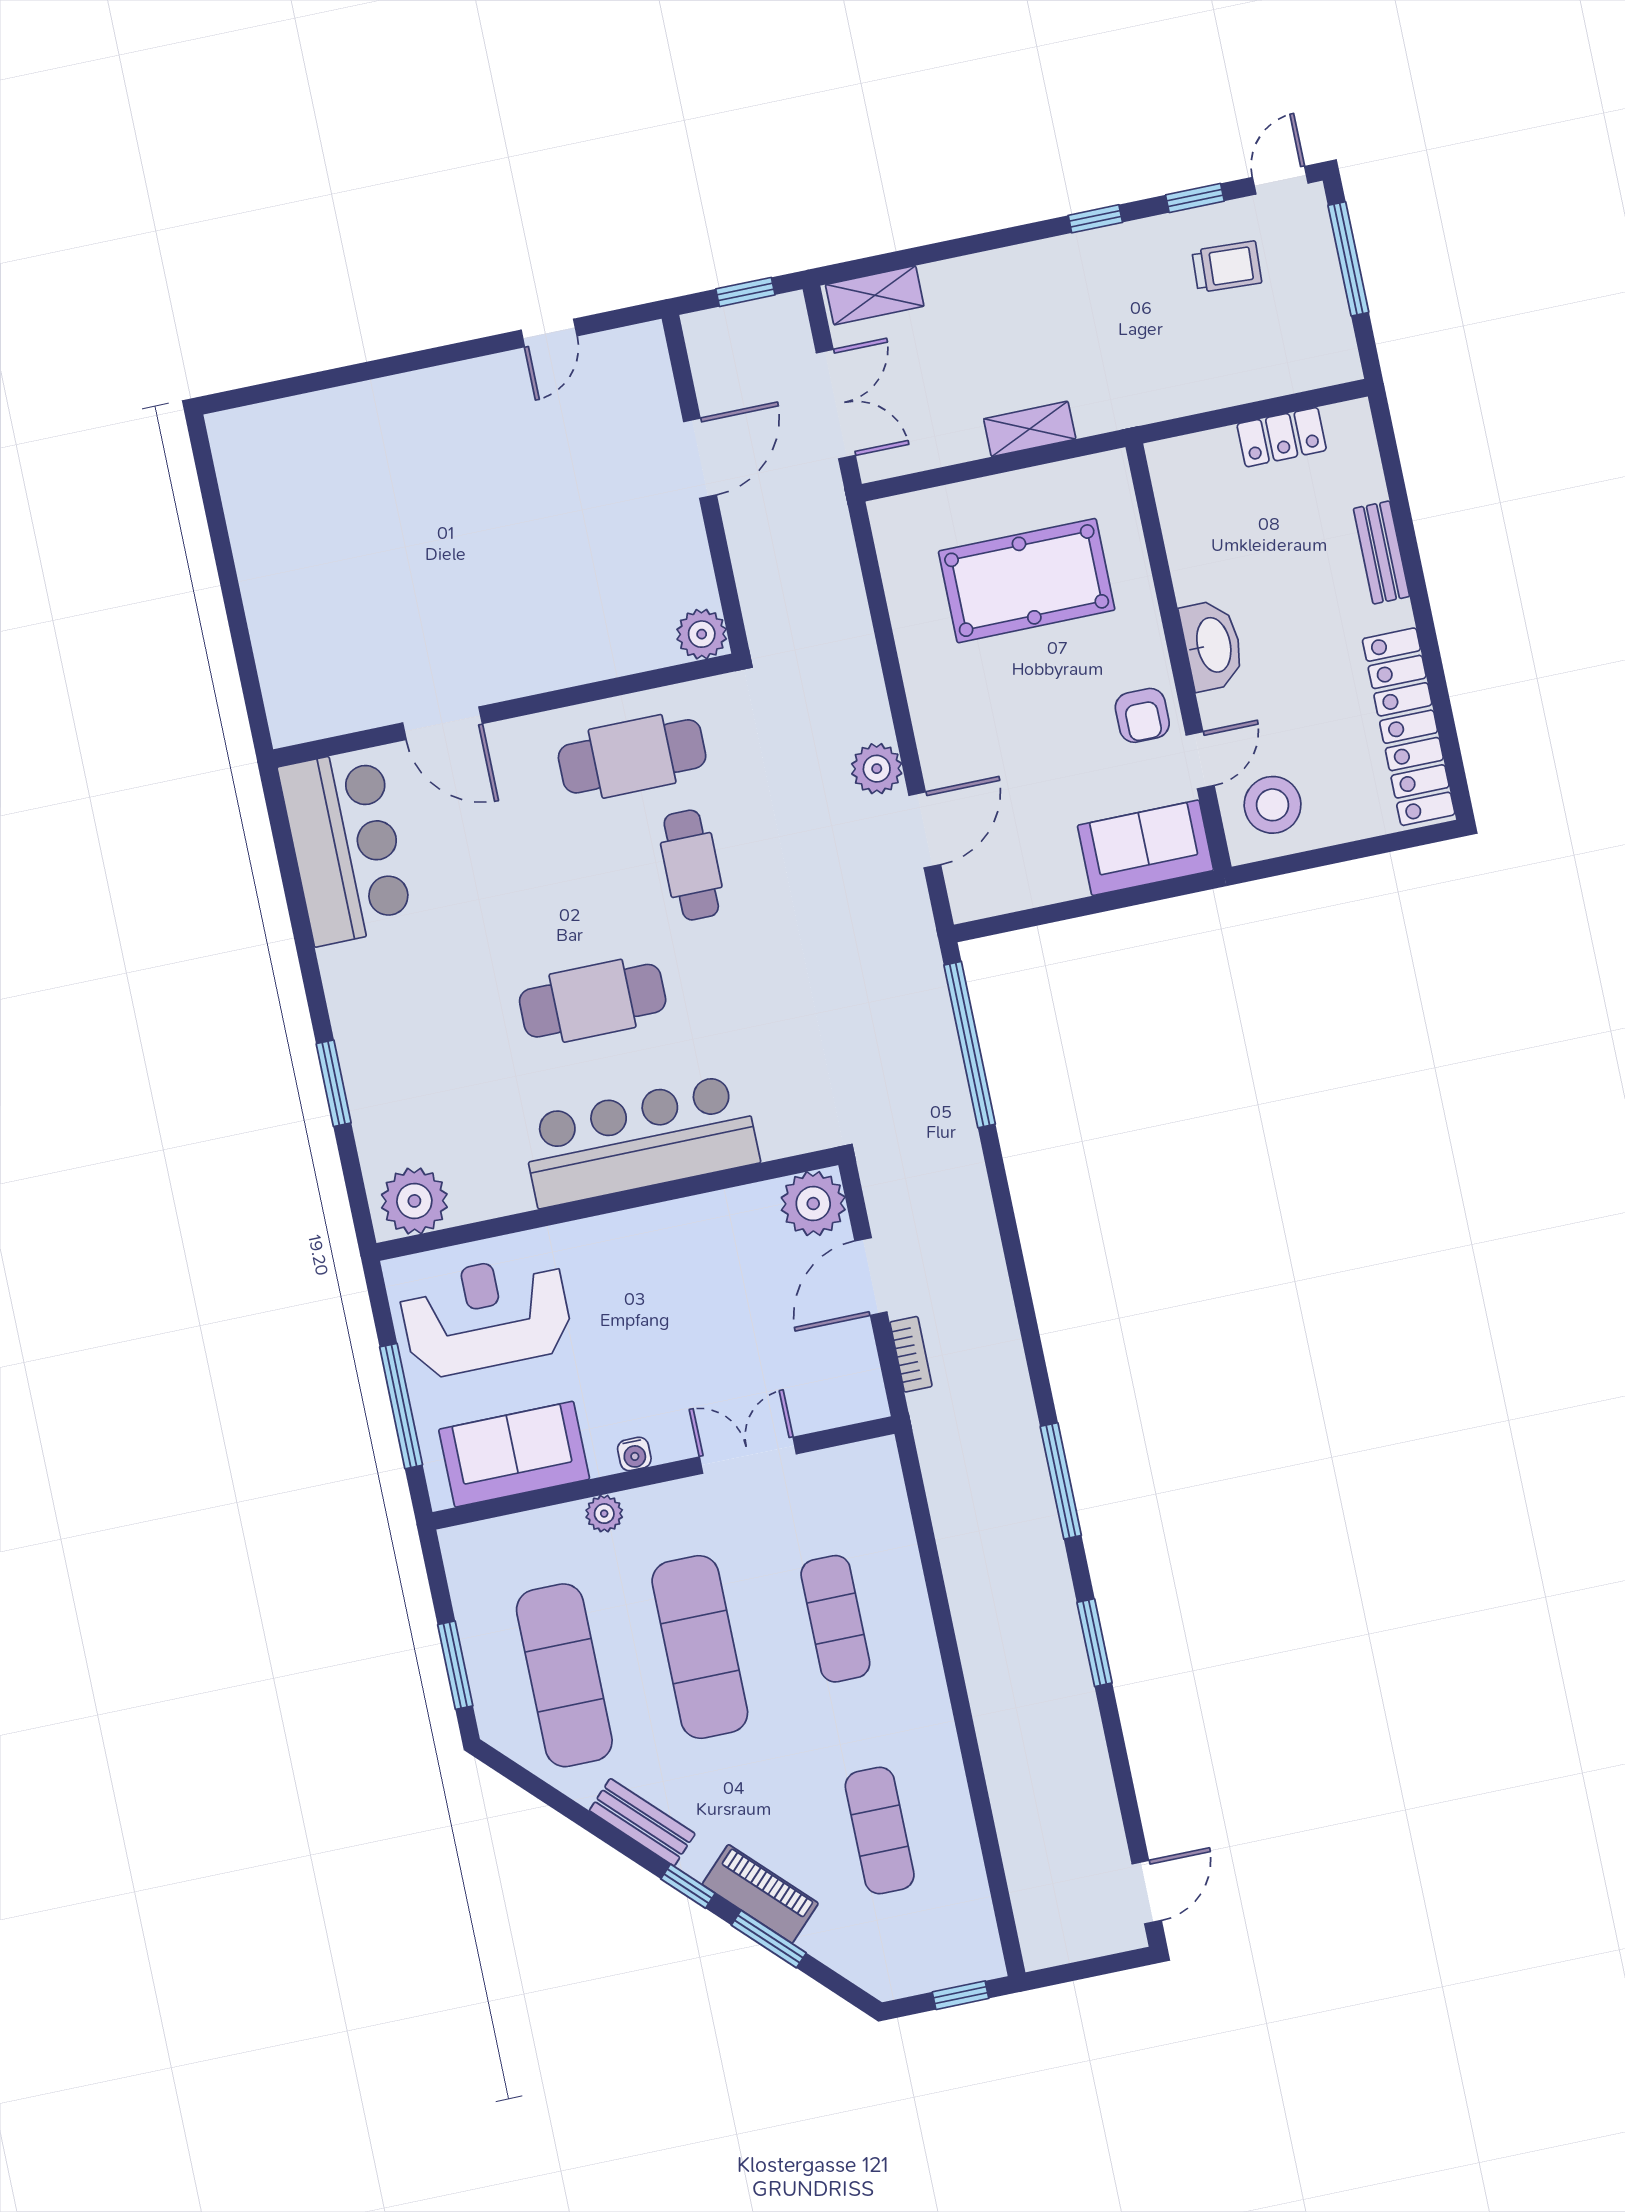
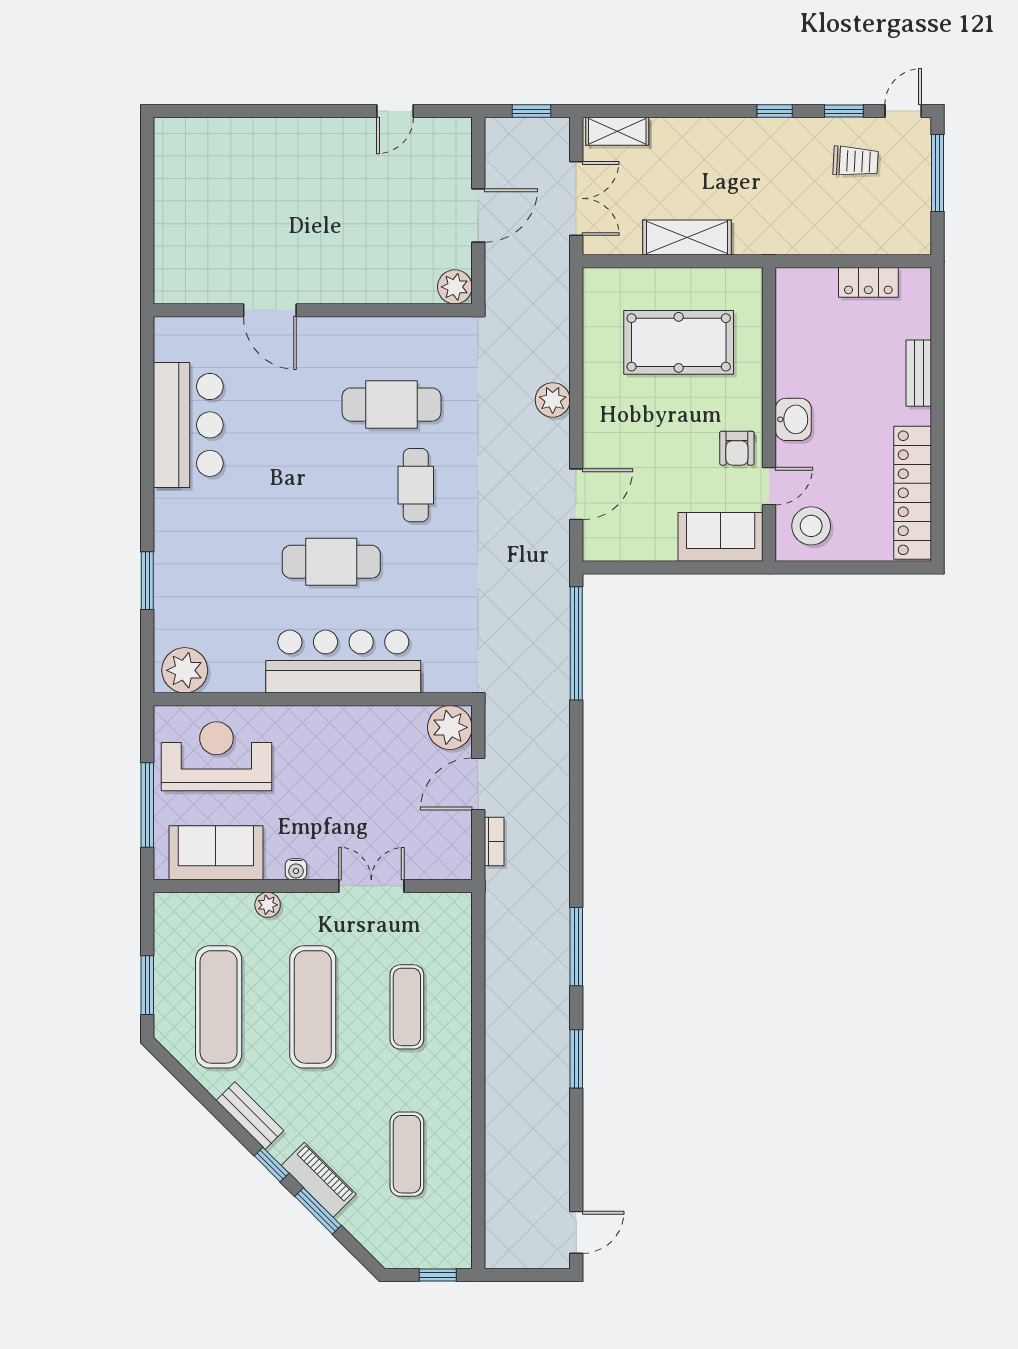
shelving: (1030, 429) -> (687, 237), width x1.50, depth x1.33
plant: (702, 634) -> (455, 287), moved
washbasin: (1212, 645) -> (793, 419), width x0.72
wall: (504, 710) -> (313, 310), moved
door: (442, 723) -> (270, 310), moved
plant: (877, 769) -> (553, 400), moved

